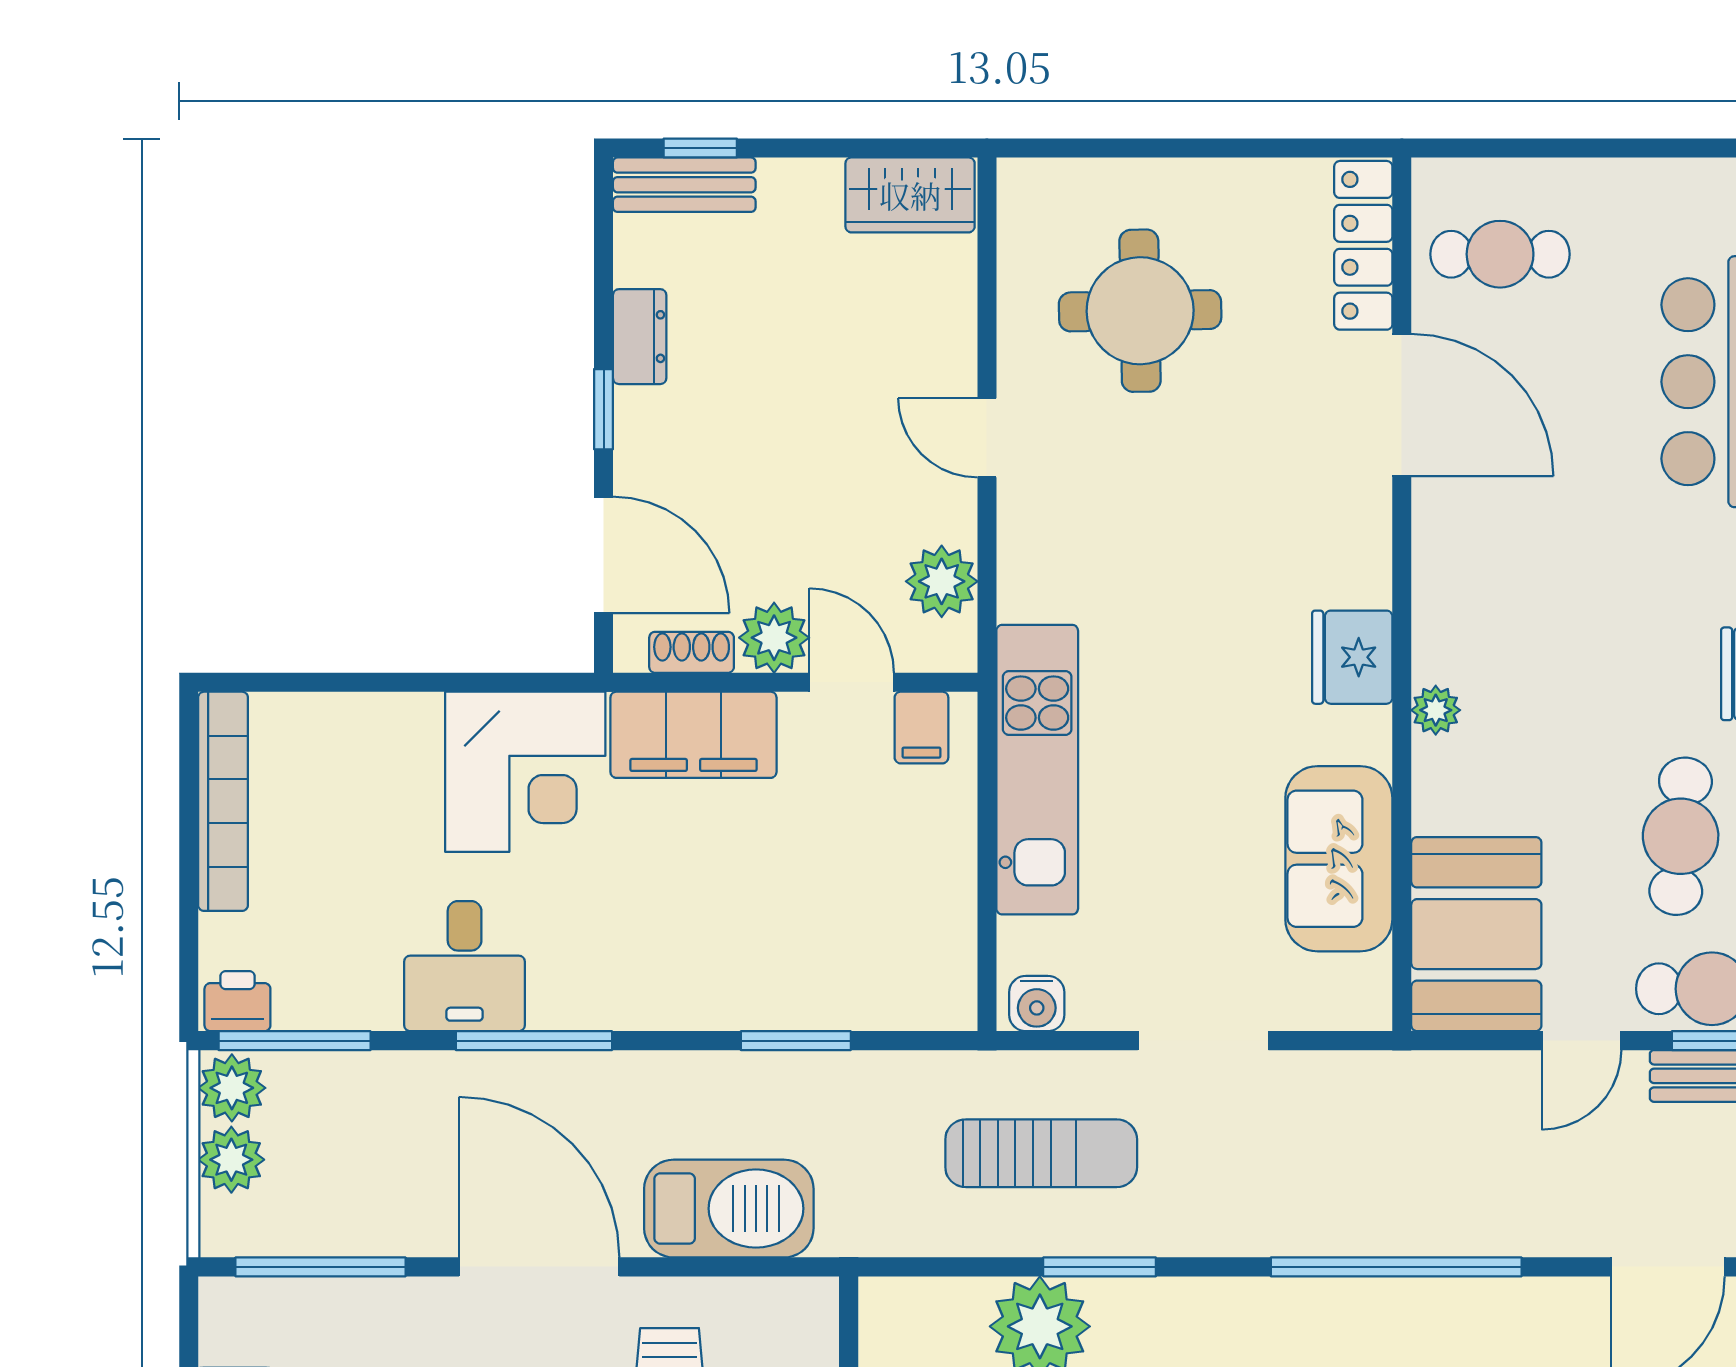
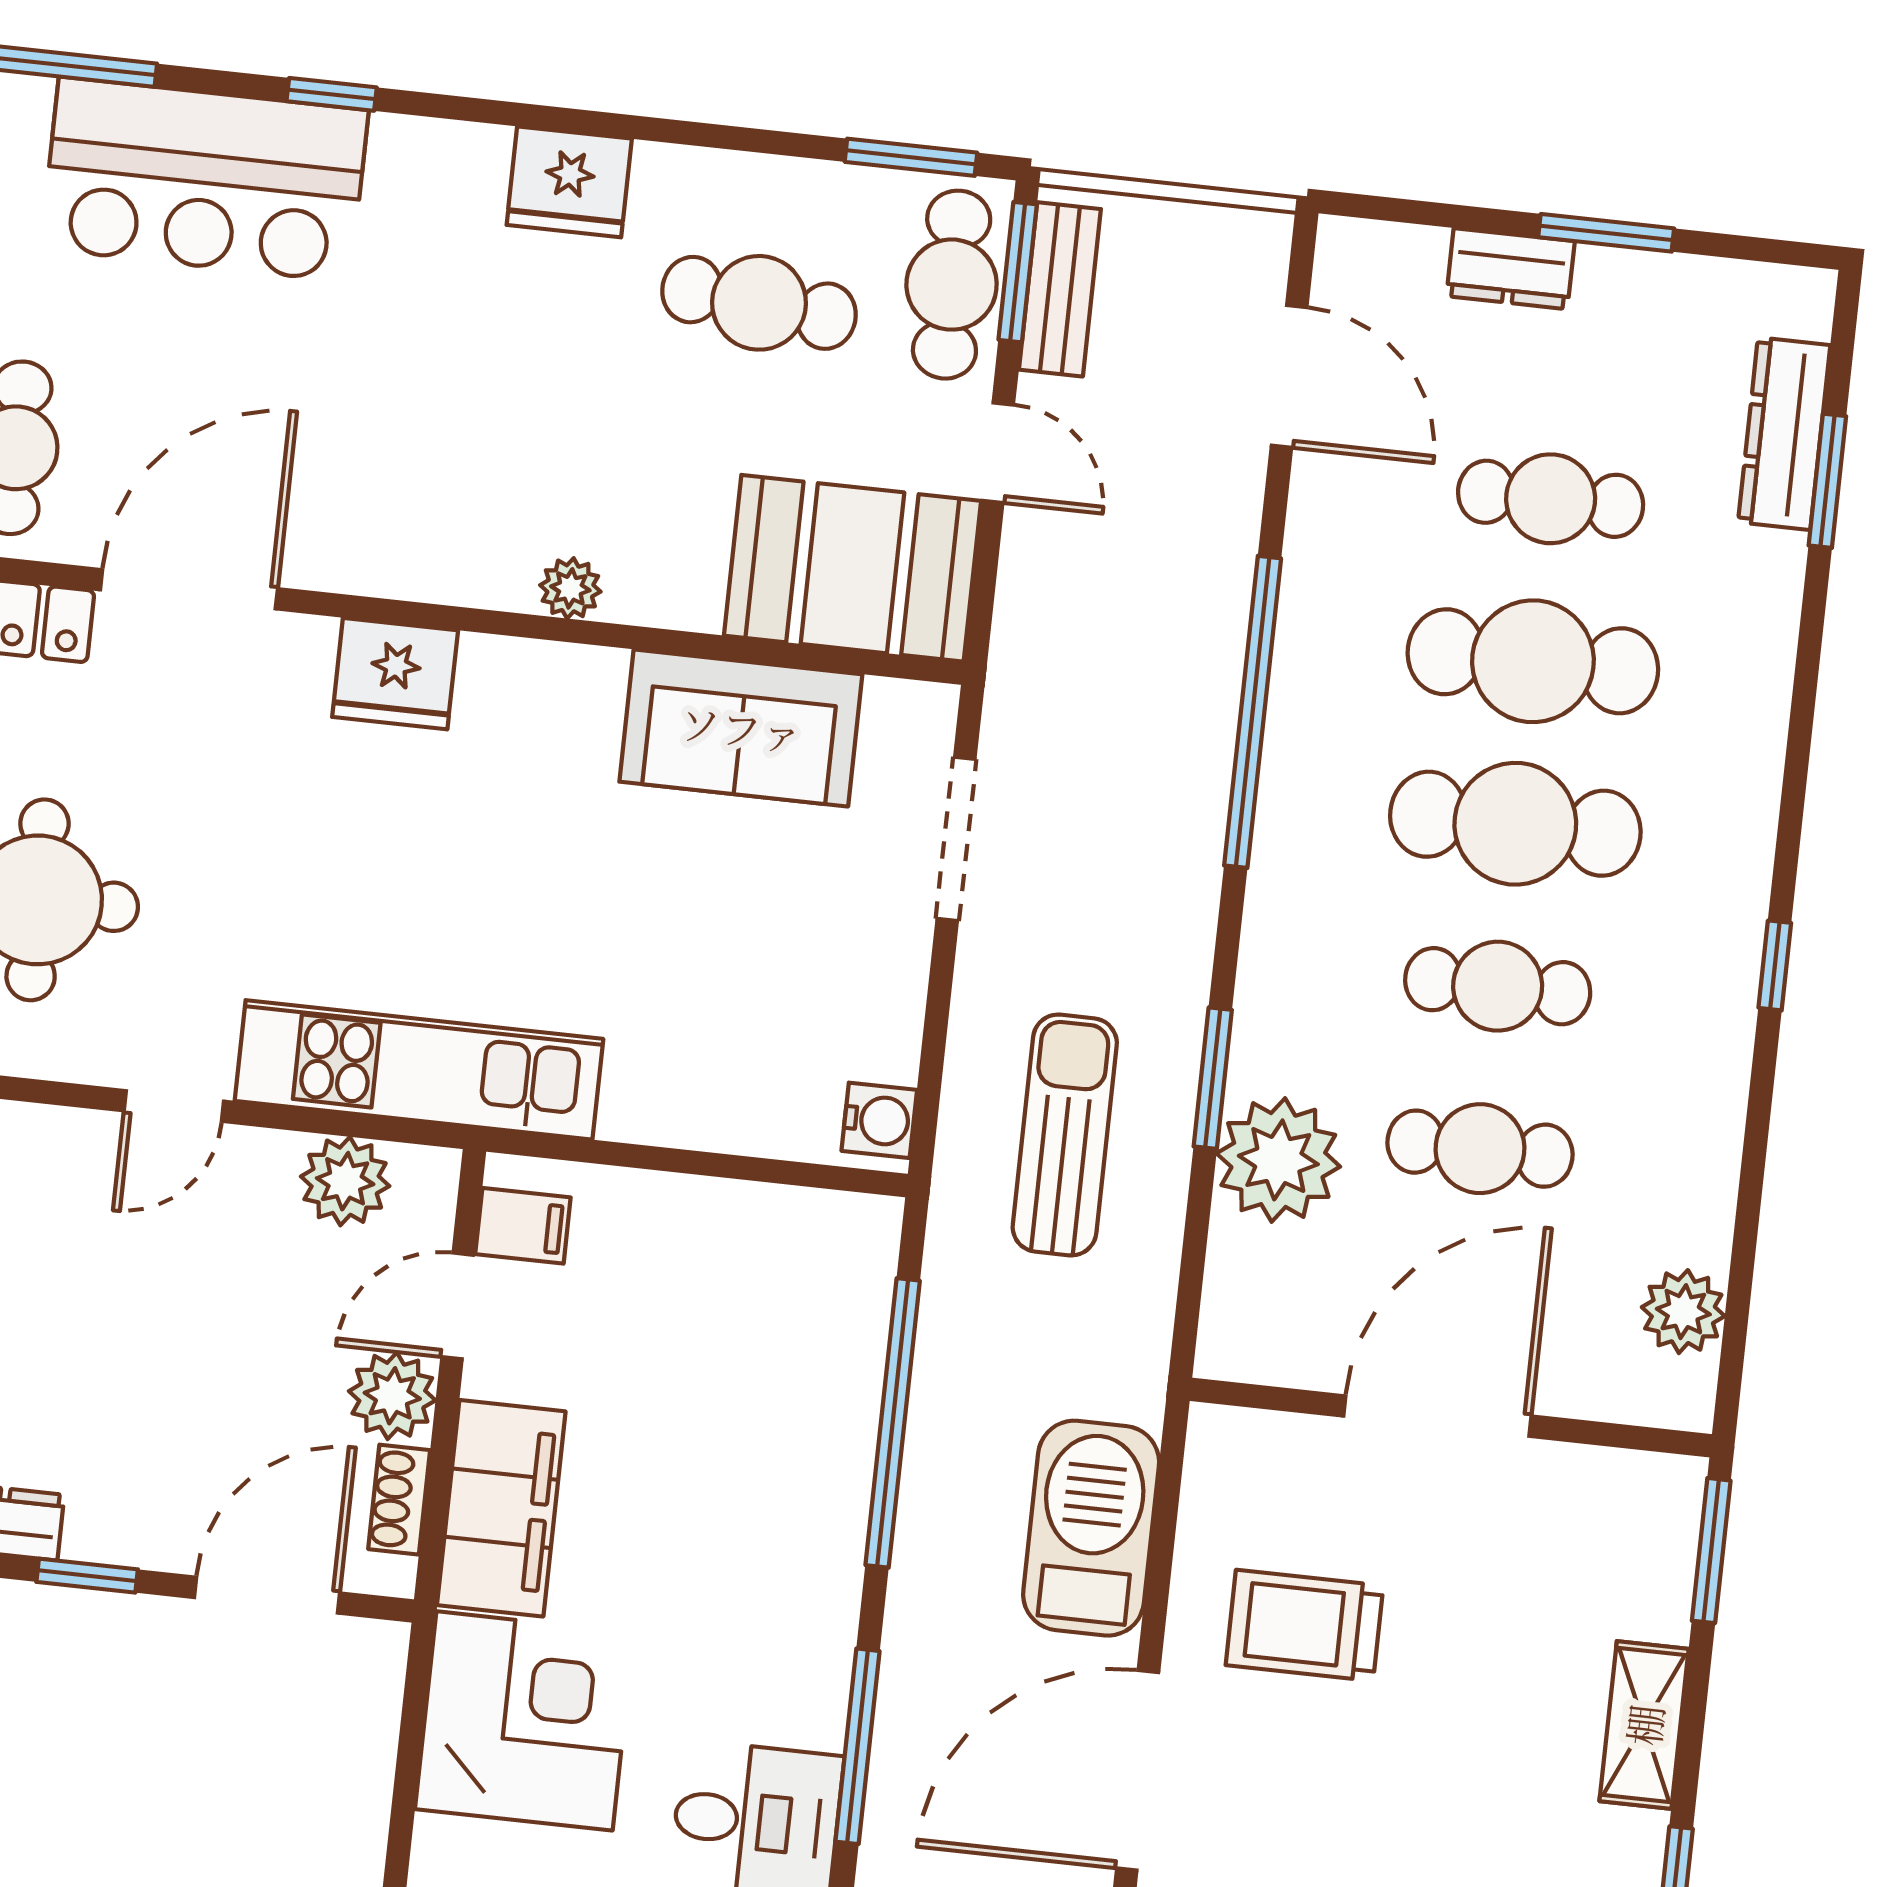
fridge: (1352, 657) -> (395, 674), moved
kitchen unit: (1037, 770) -> (419, 1070), moved
window: (796, 1041) -> (893, 1423), width x2.11
doorway: (1203, 1041) -> (956, 839), moved

